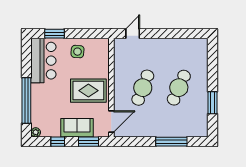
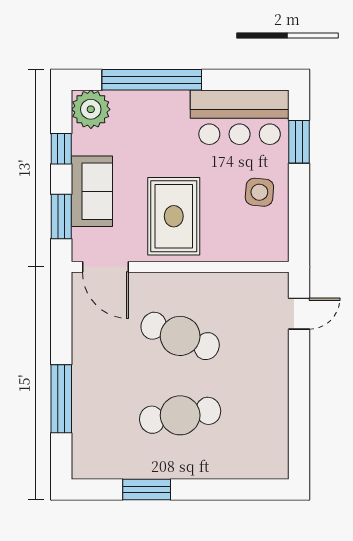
door: (133, 34) -> (299, 314), hinge flipped
cafe table: (179, 88) -> (180, 415), turned -33
plant: (36, 132) -> (91, 109), width x1.87, depth x1.87

